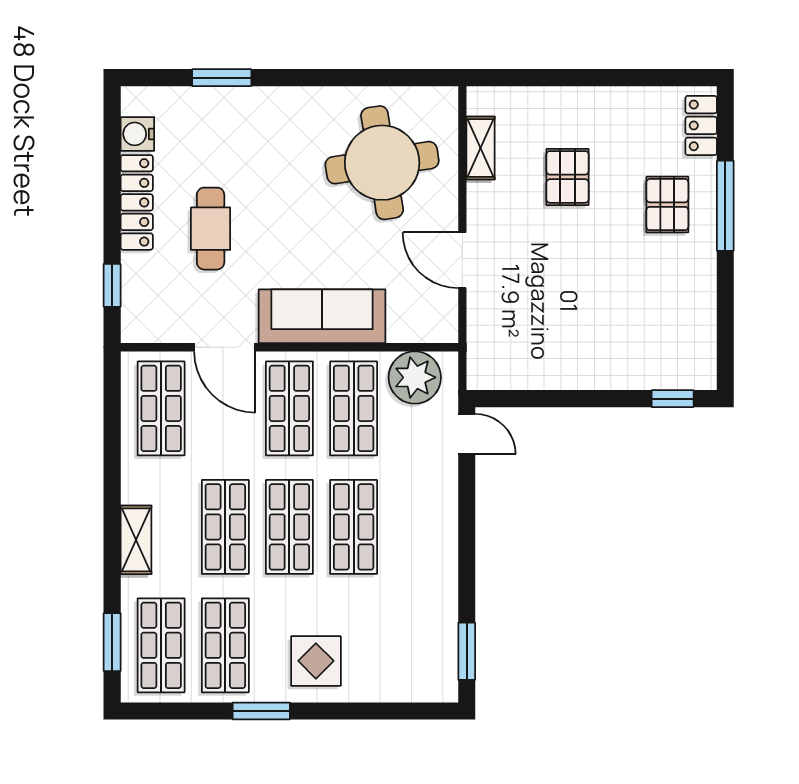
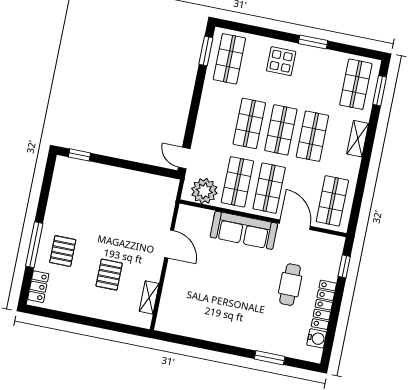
round table: (382, 163) -> (199, 300), removed
shop shelf: (225, 645) -> (229, 59), moved

